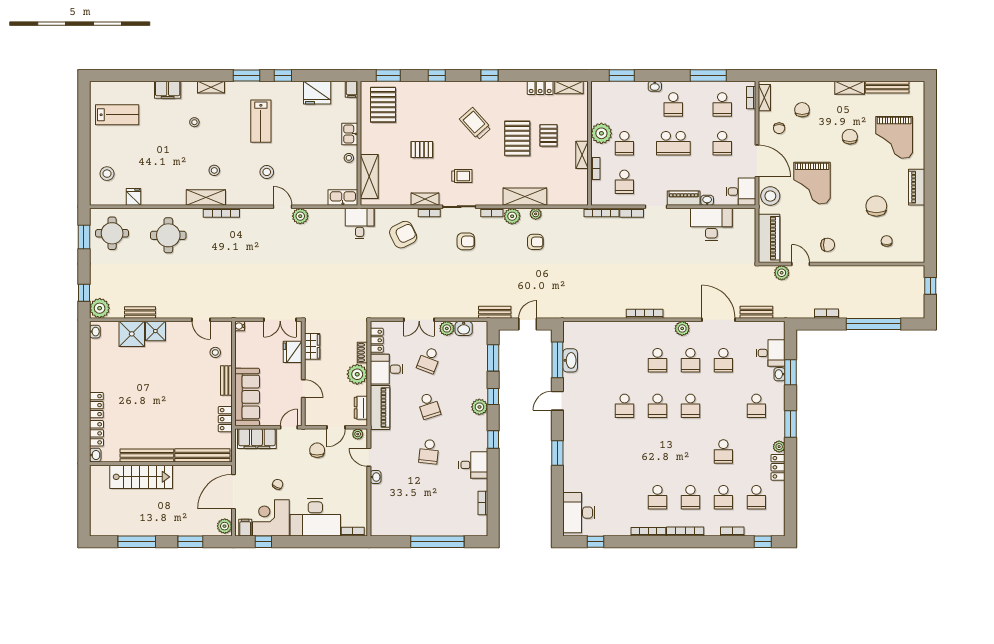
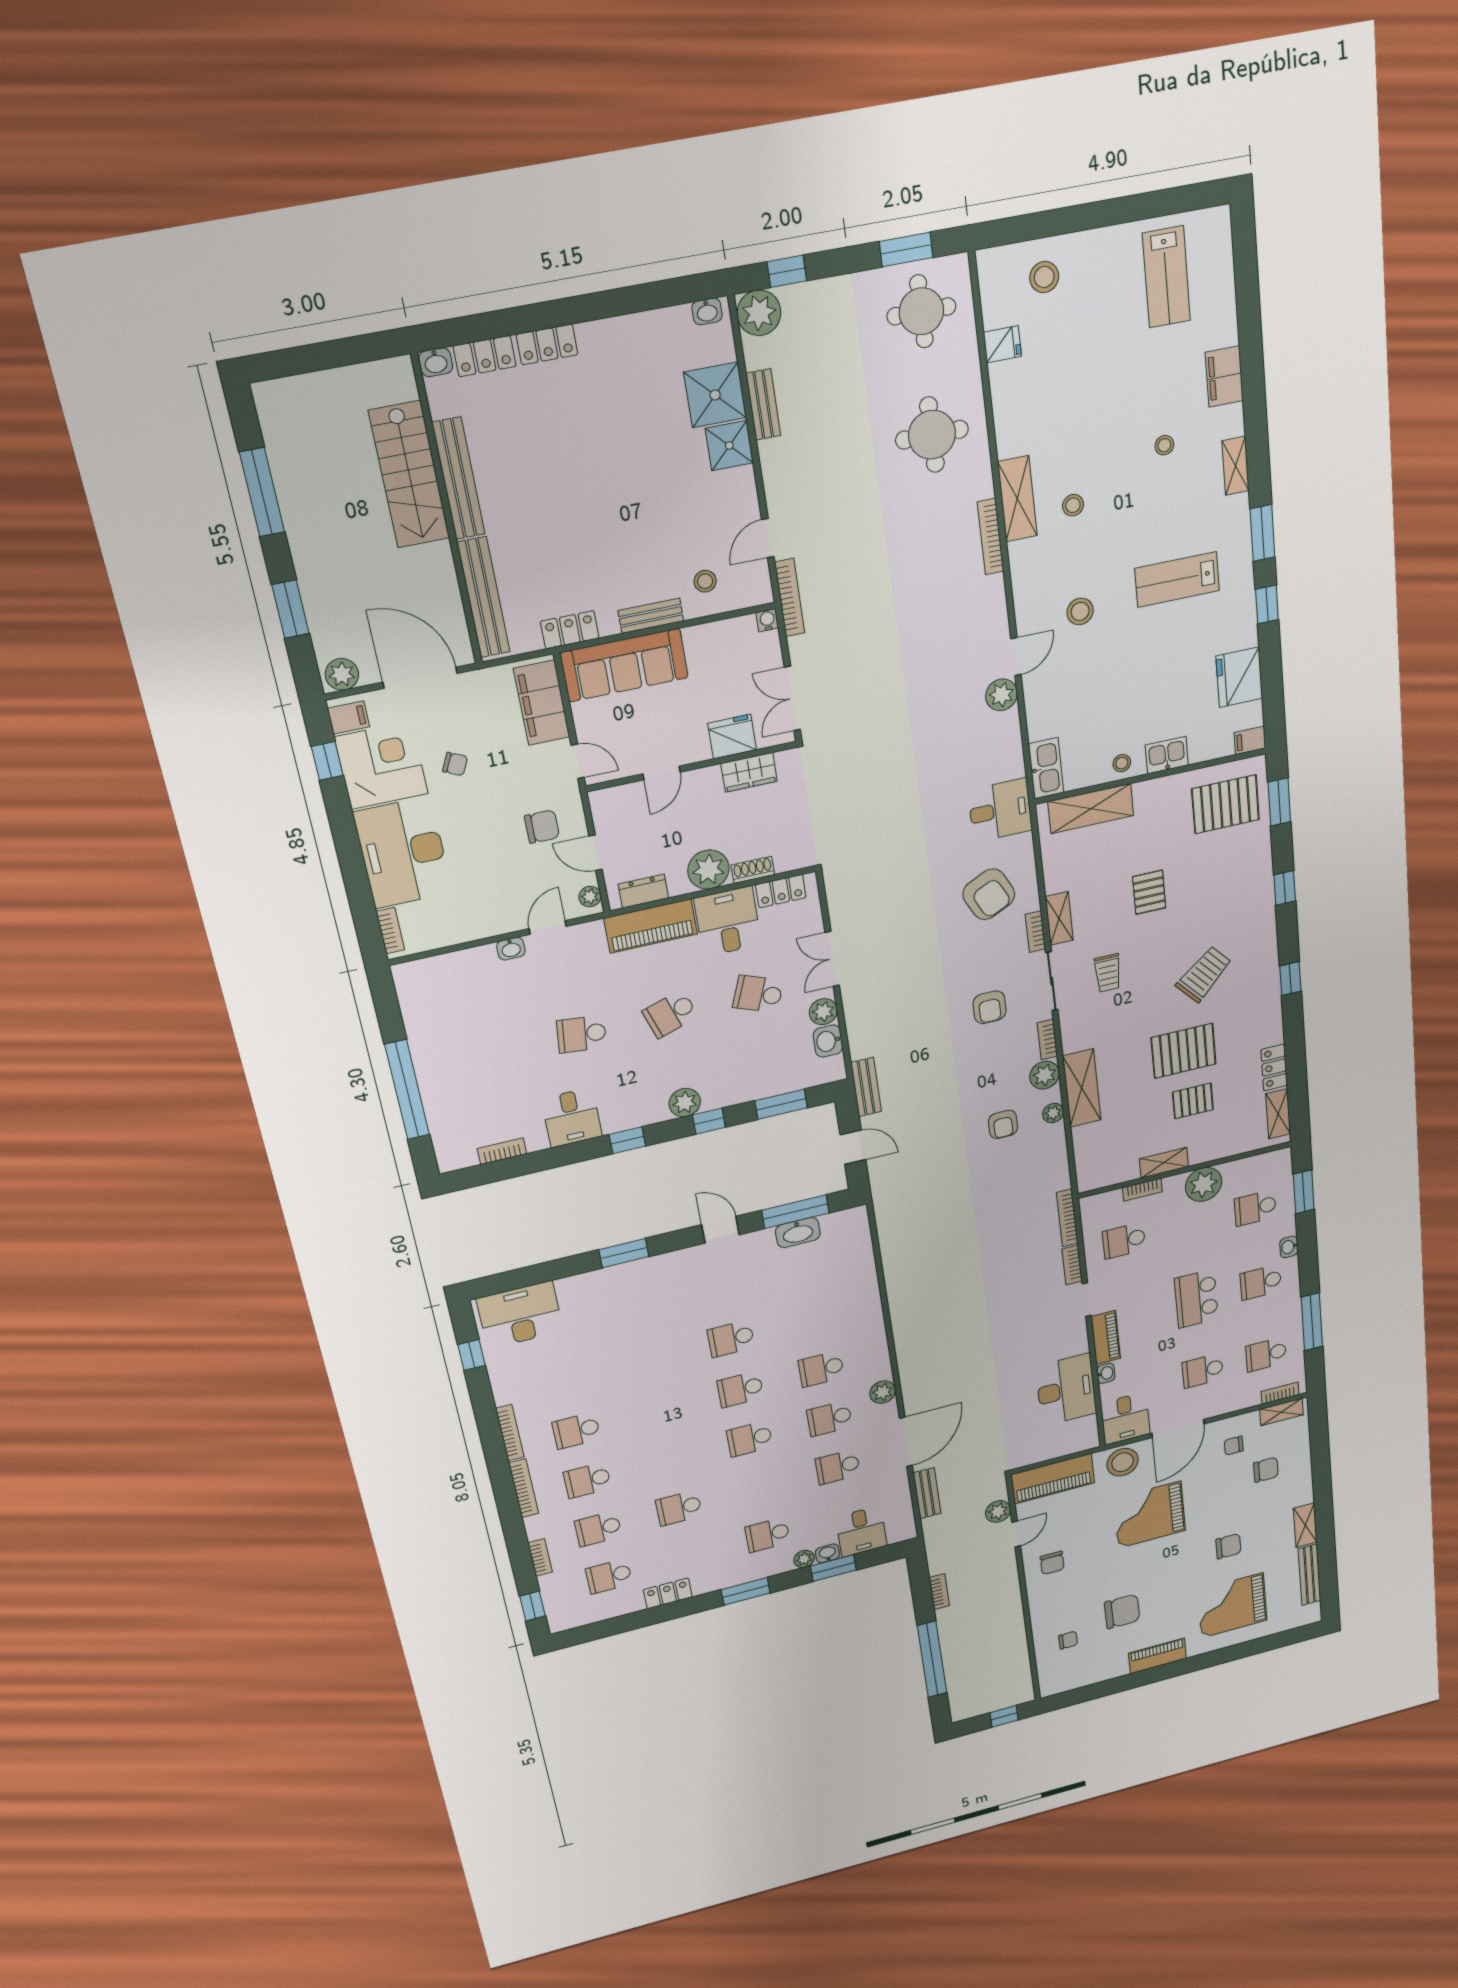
school desk: (624, 143) -> (1255, 1208), moved
bookcase: (645, 314) -> (790, 598), moved
plant: (779, 447) -> (804, 1559), moved

